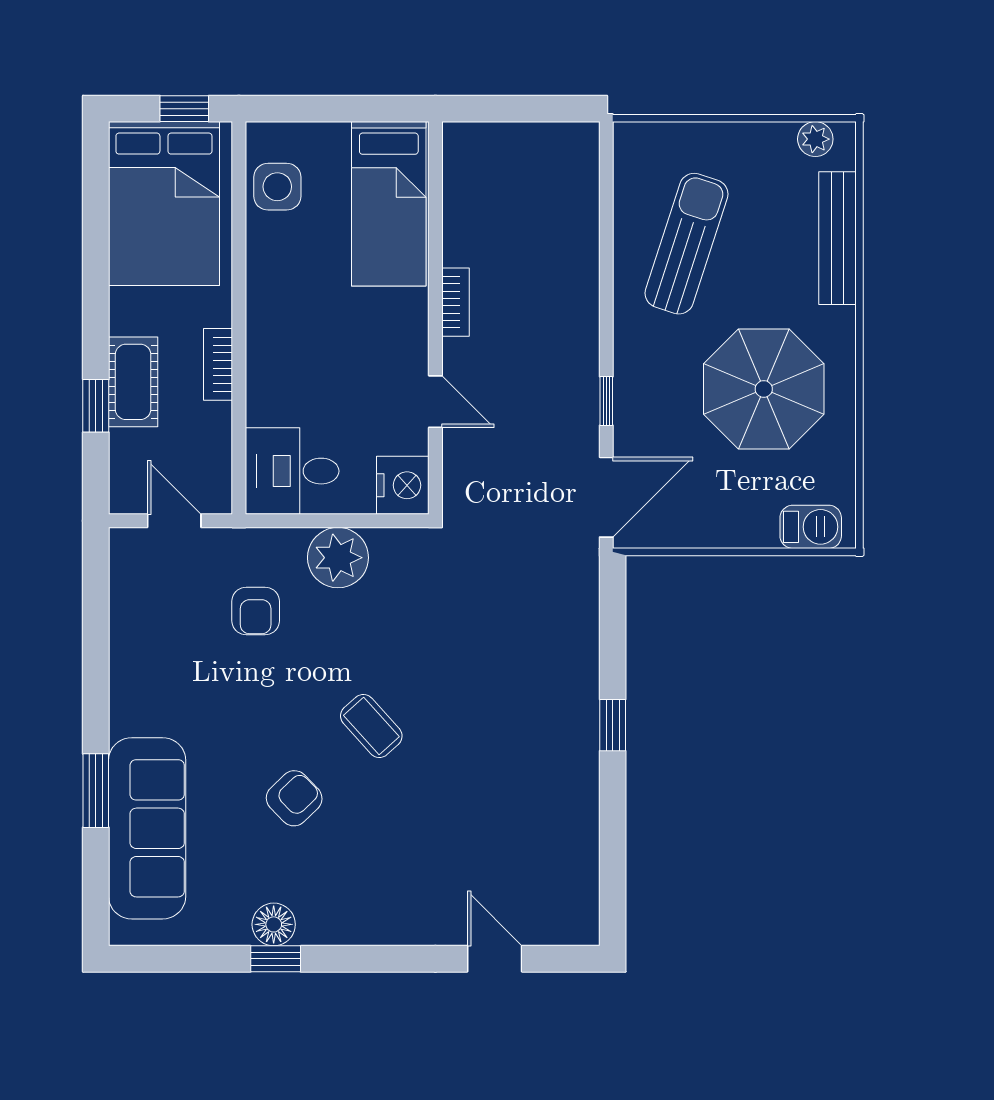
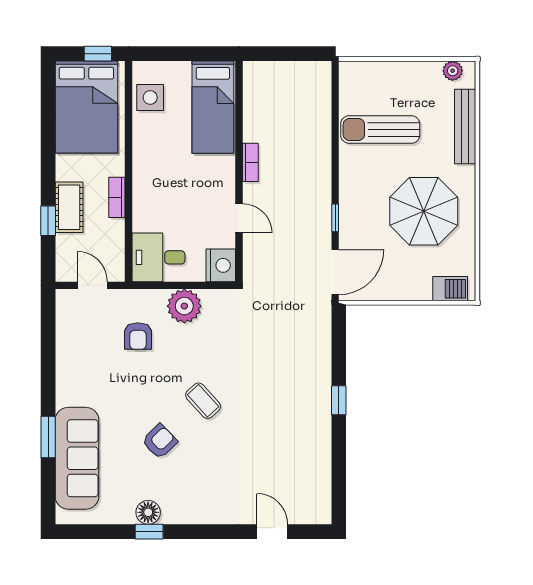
sun lounger: (686, 244) -> (380, 130), turned -108

